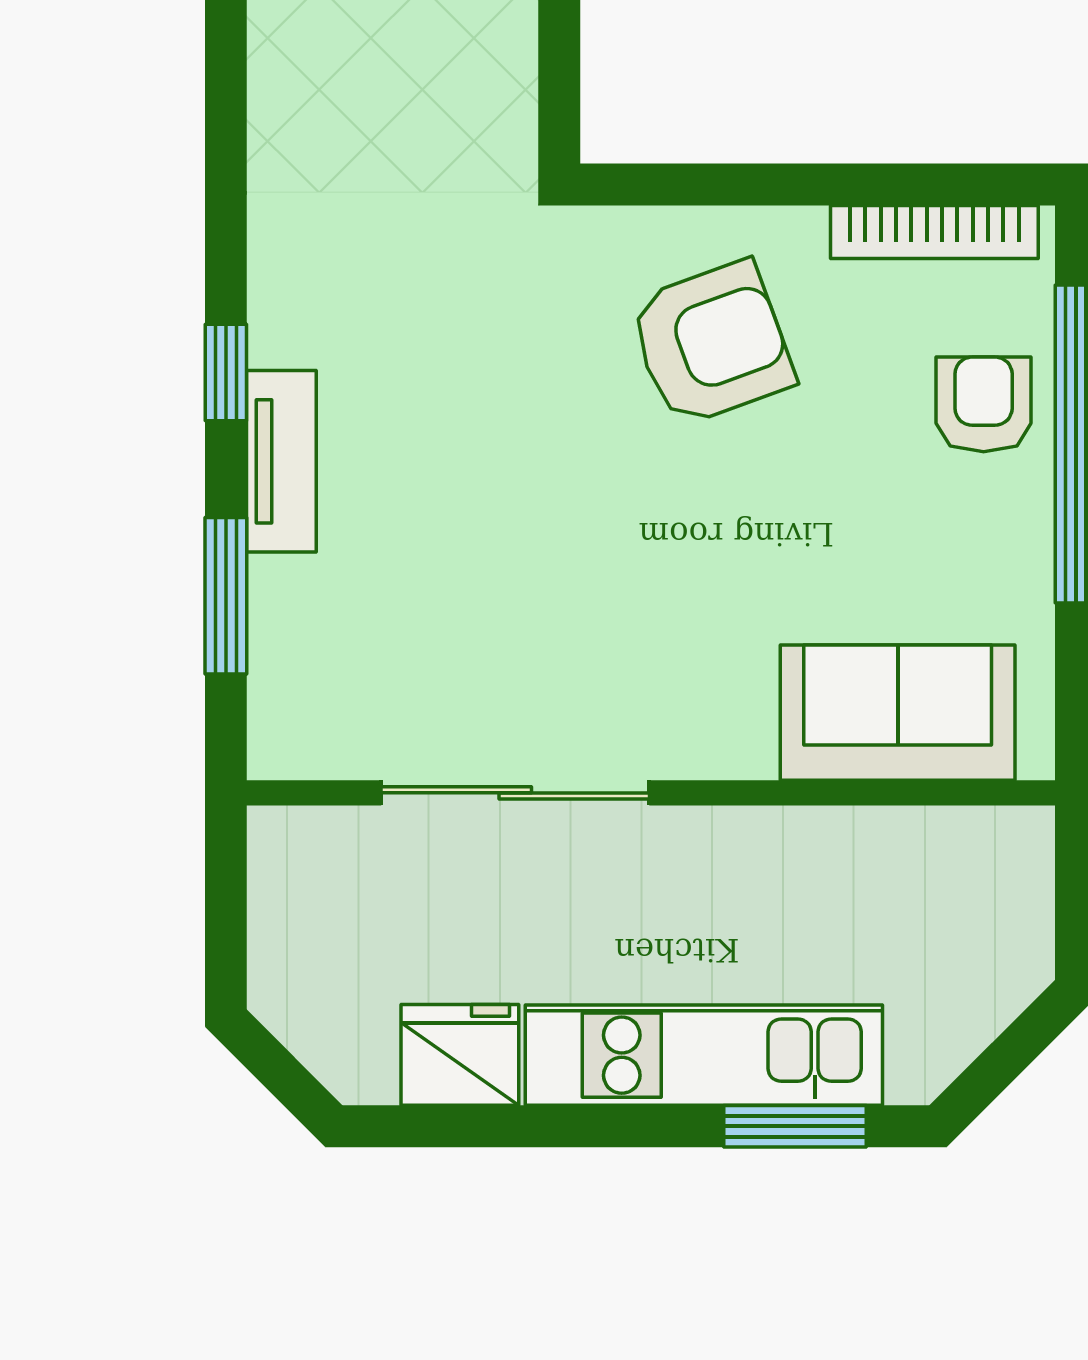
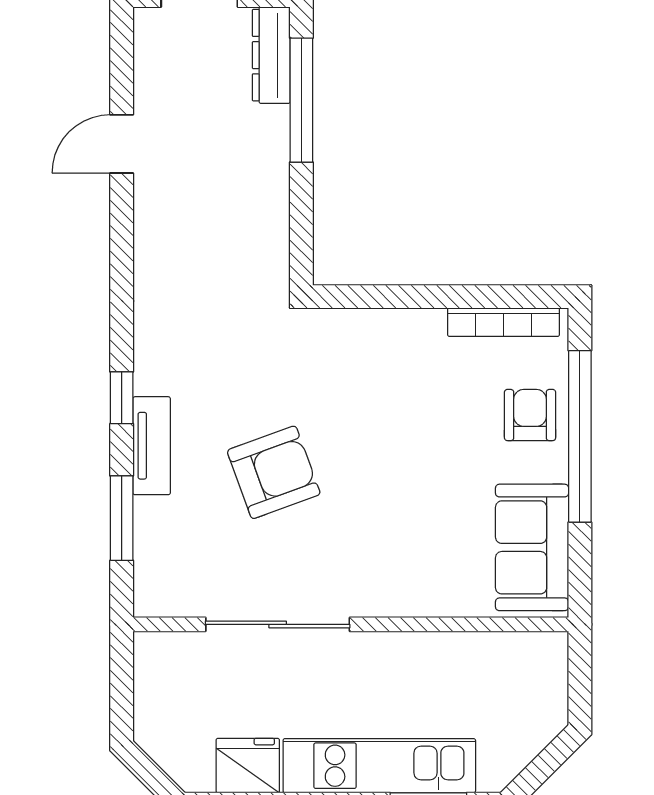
armchair: (711, 343) -> (274, 472), moved
sofa: (898, 713) -> (532, 547), moved, turned -90

